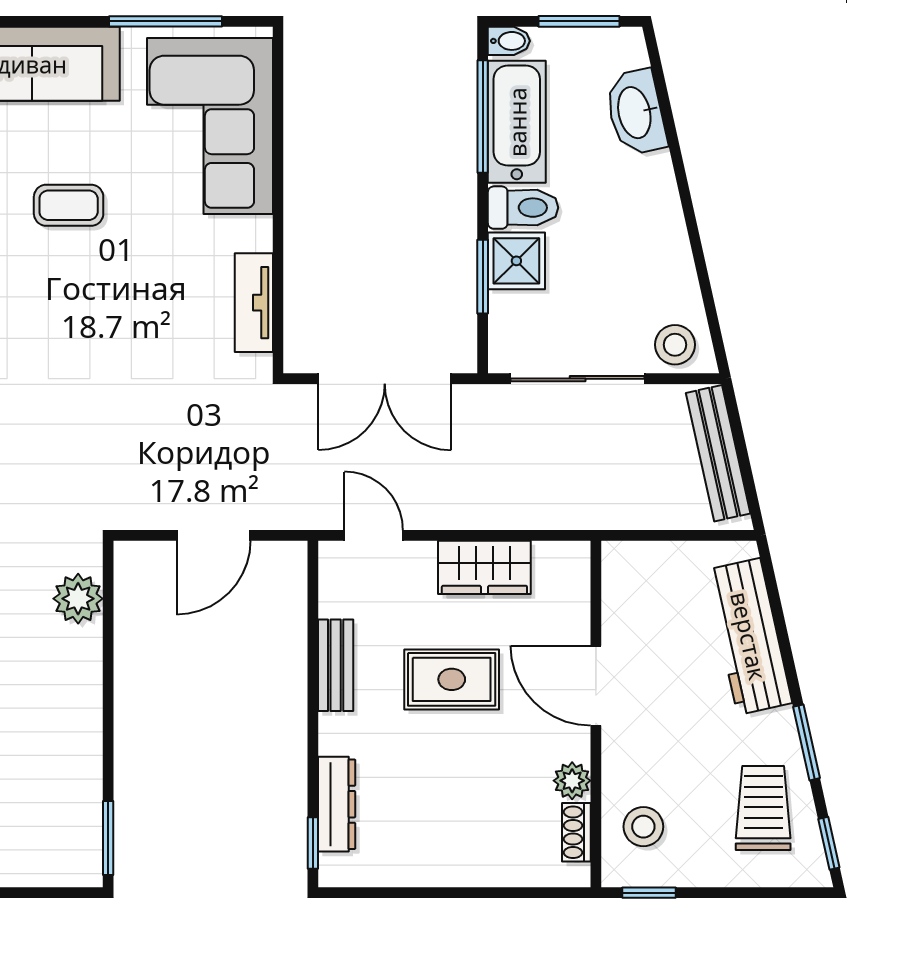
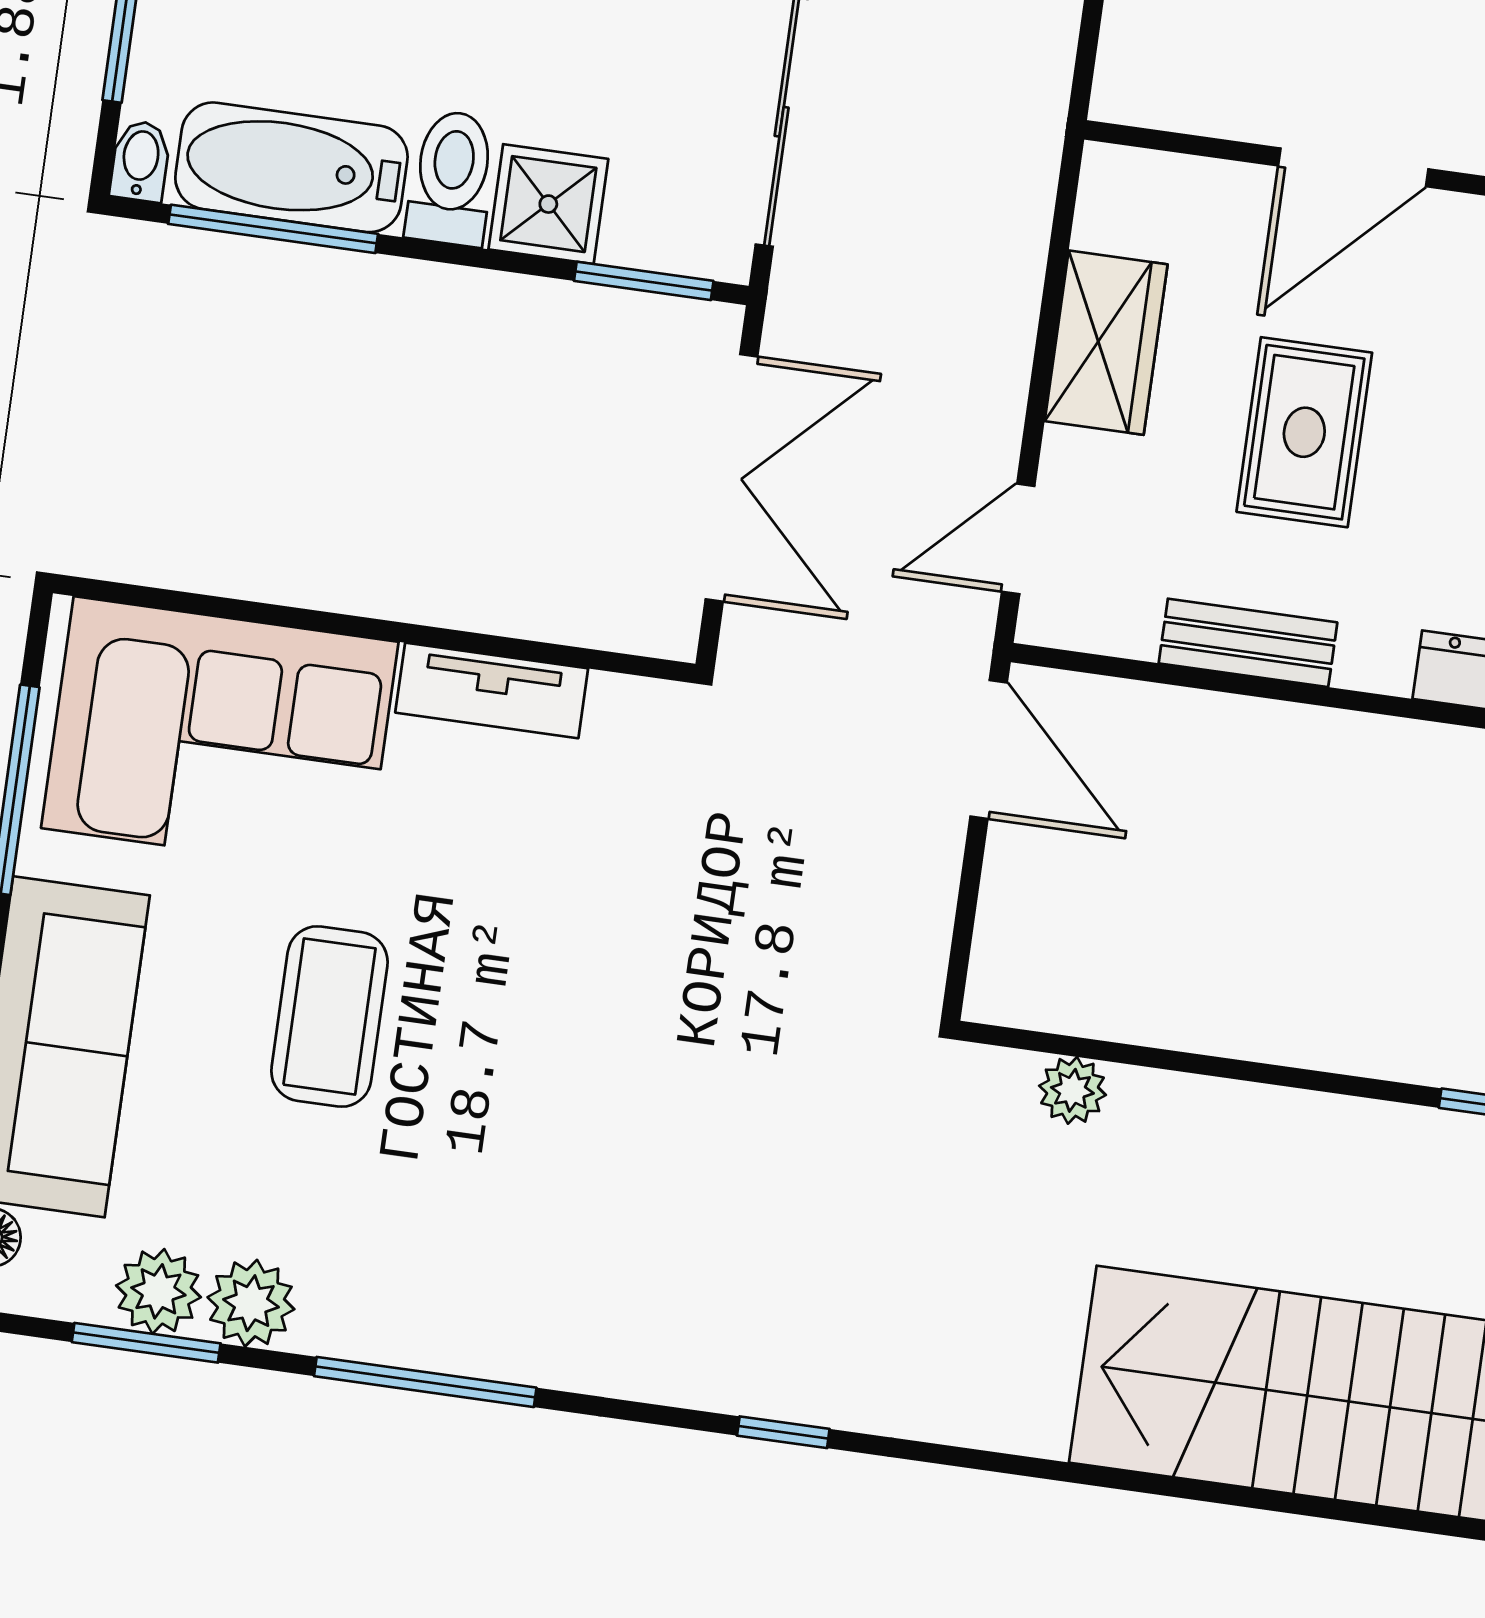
coffee table: (69, 205) -> (329, 1016), width x1.36, depth x1.30
window: (483, 277) -> (644, 281), moved
tv unit: (254, 303) -> (492, 690), moved
door: (214, 535) -> (989, 749), moved
plant: (78, 599) -> (1072, 1090), width x0.73, depth x0.73

